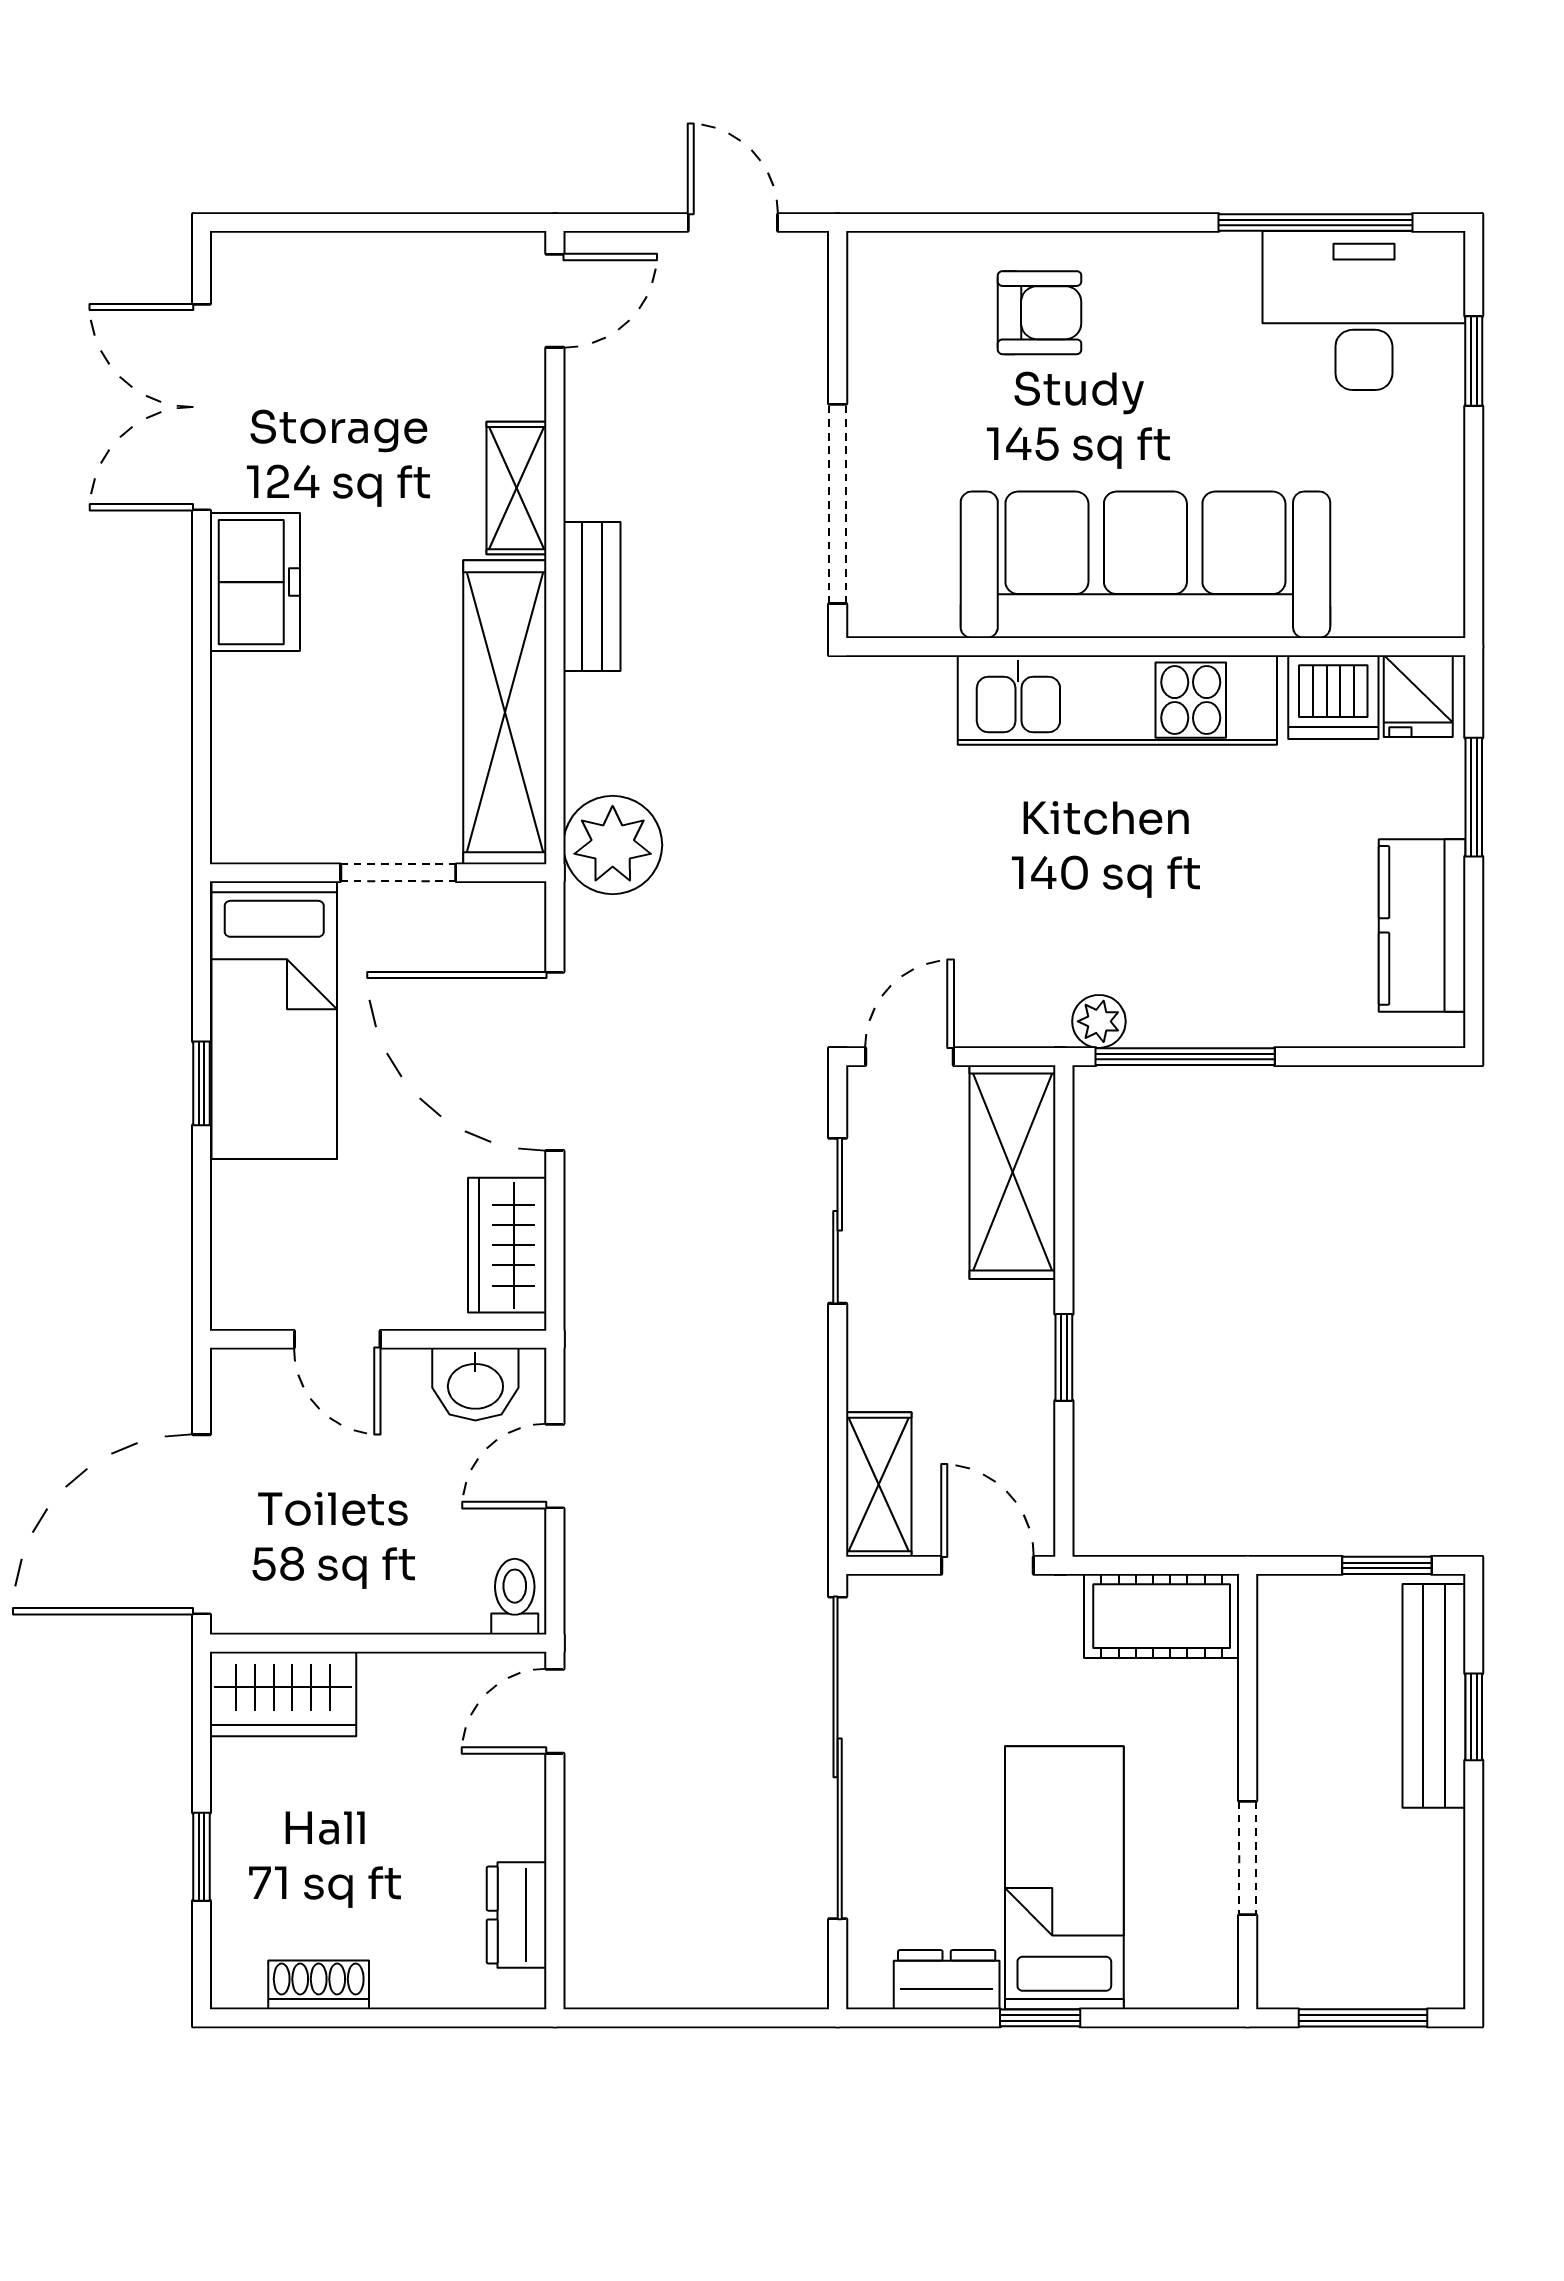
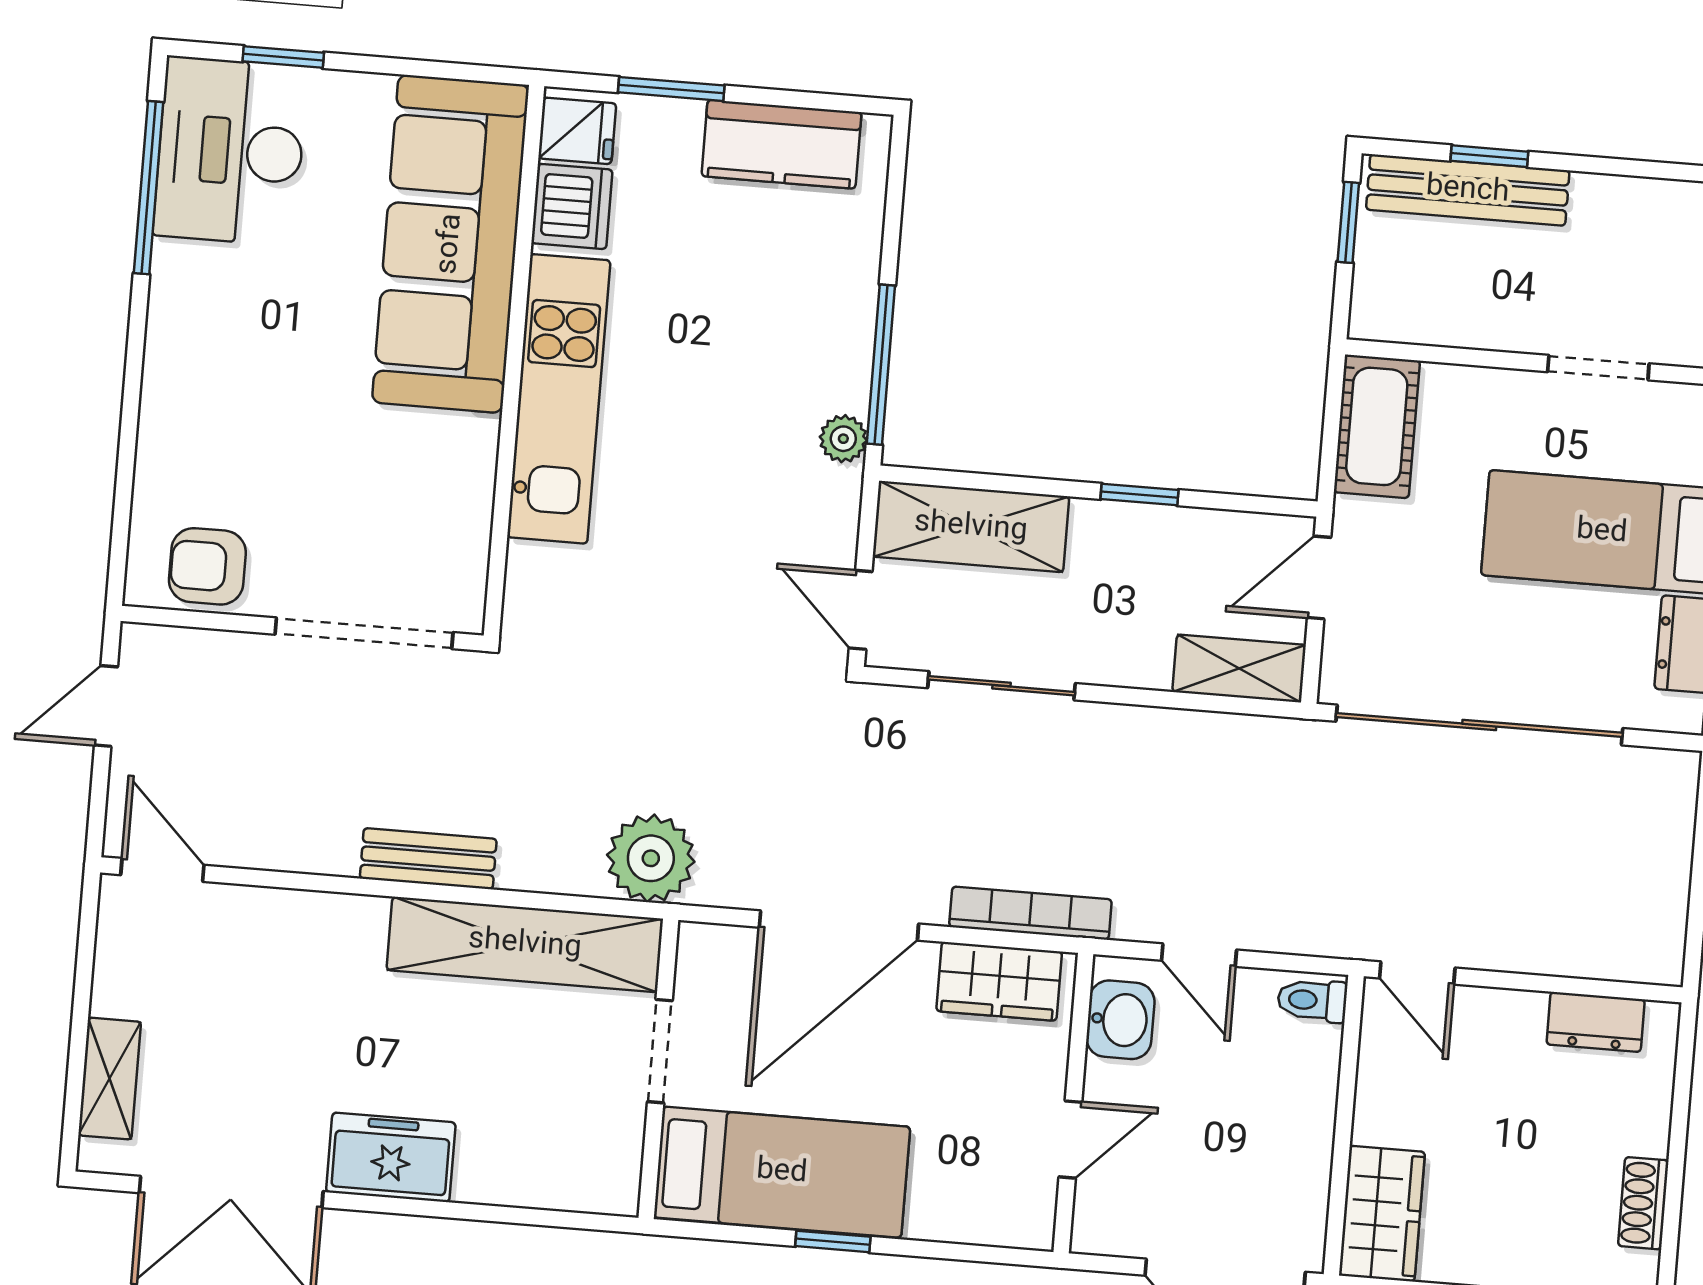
armchair: (1040, 313) -> (207, 566), moved, turned -90
shelving: (517, 488) -> (110, 1079), moved, turned 90
sofa: (1145, 565) -> (450, 244), moved
bookcase: (586, 1274) -> (1030, 913), added

